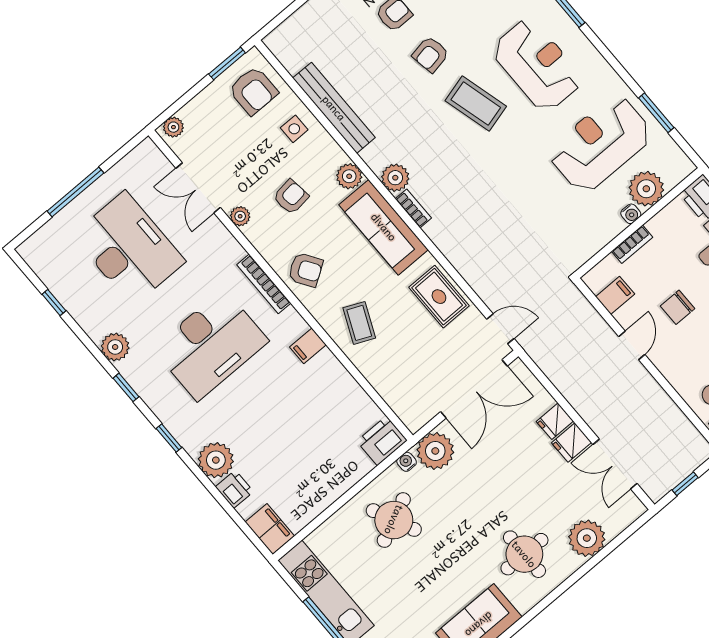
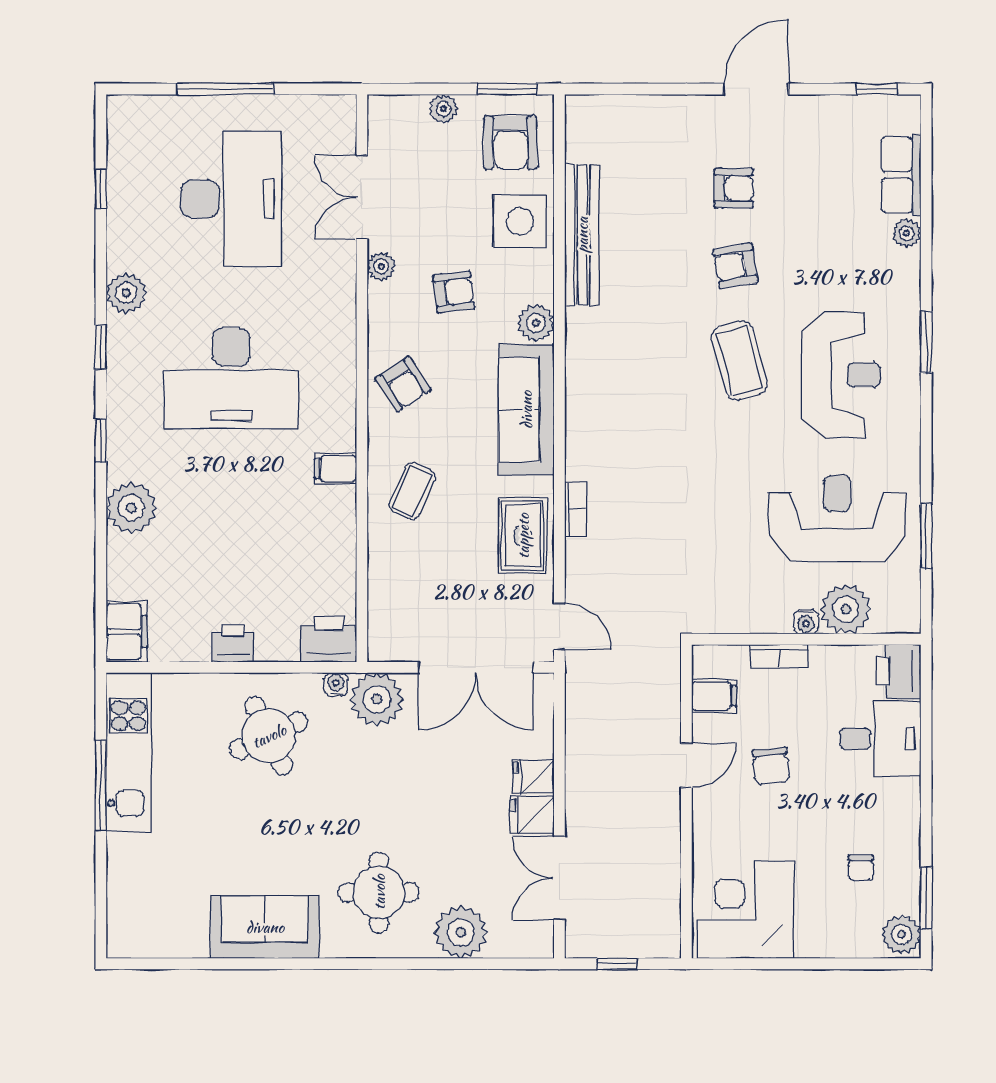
plant: (173, 127) -> (443, 109), moved
side table: (294, 129) -> (520, 221), width x1.87, depth x1.87
plant: (395, 178) -> (584, 367), removed
bookcase: (413, 209) -> (576, 509), moved
bookcase: (264, 284) -> (345, 361), removed
chair: (677, 307) -> (771, 766), turned -95
printer: (234, 489) -> (233, 644), moved, turned -90

